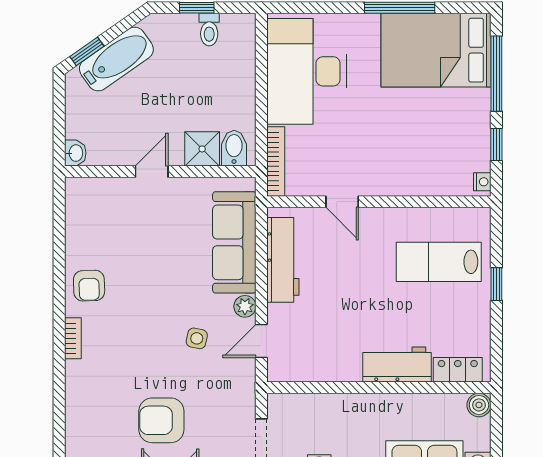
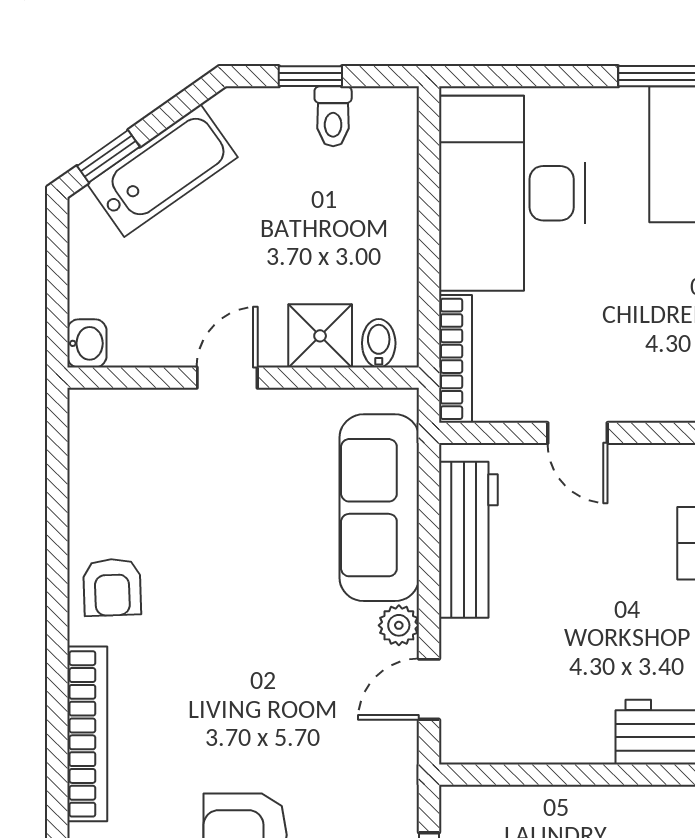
bidet: (234, 148) -> (379, 343), width x0.72, depth x0.74
bookcase: (73, 338) -> (87, 734), width x2.31, depth x1.31
side table: (197, 338) -> (310, 684), removed

